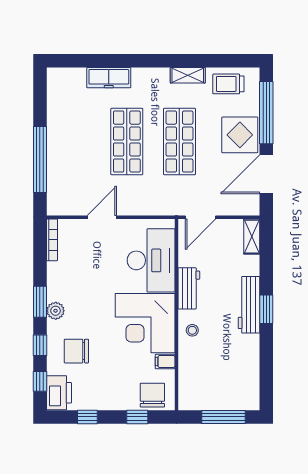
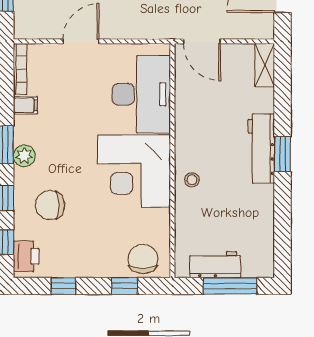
door: (201, 217) -> (202, 41), hinge flipped
workbench: (189, 288) -> (215, 265), moved, turned -90
filing cabinet: (165, 362) -> (25, 105), moved, turned 180
printer: (59, 393) -> (26, 256), width x0.73, depth x0.84

